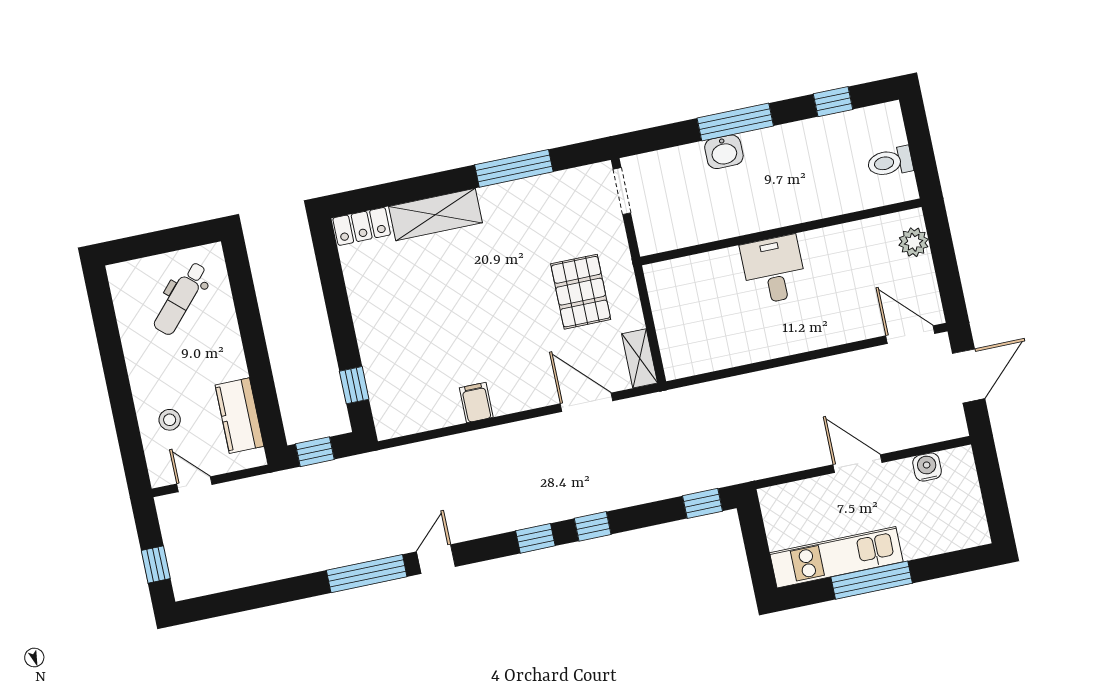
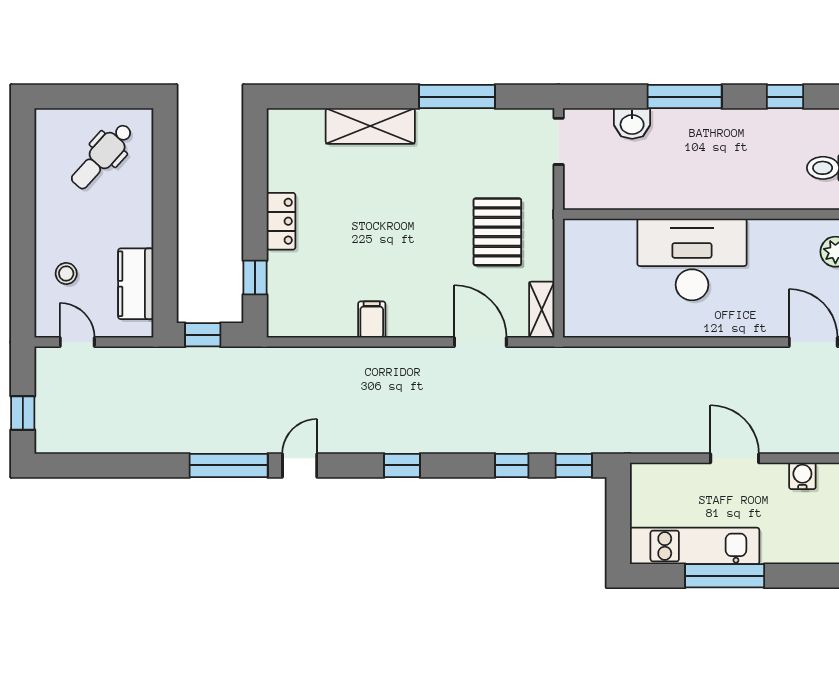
washbasin: (724, 152) -> (632, 124), moved
locker: (362, 226) -> (281, 221), moved, turned -90
desk: (774, 270) -> (692, 259), width x1.87, depth x1.30
window: (593, 526) -> (512, 465), moved

